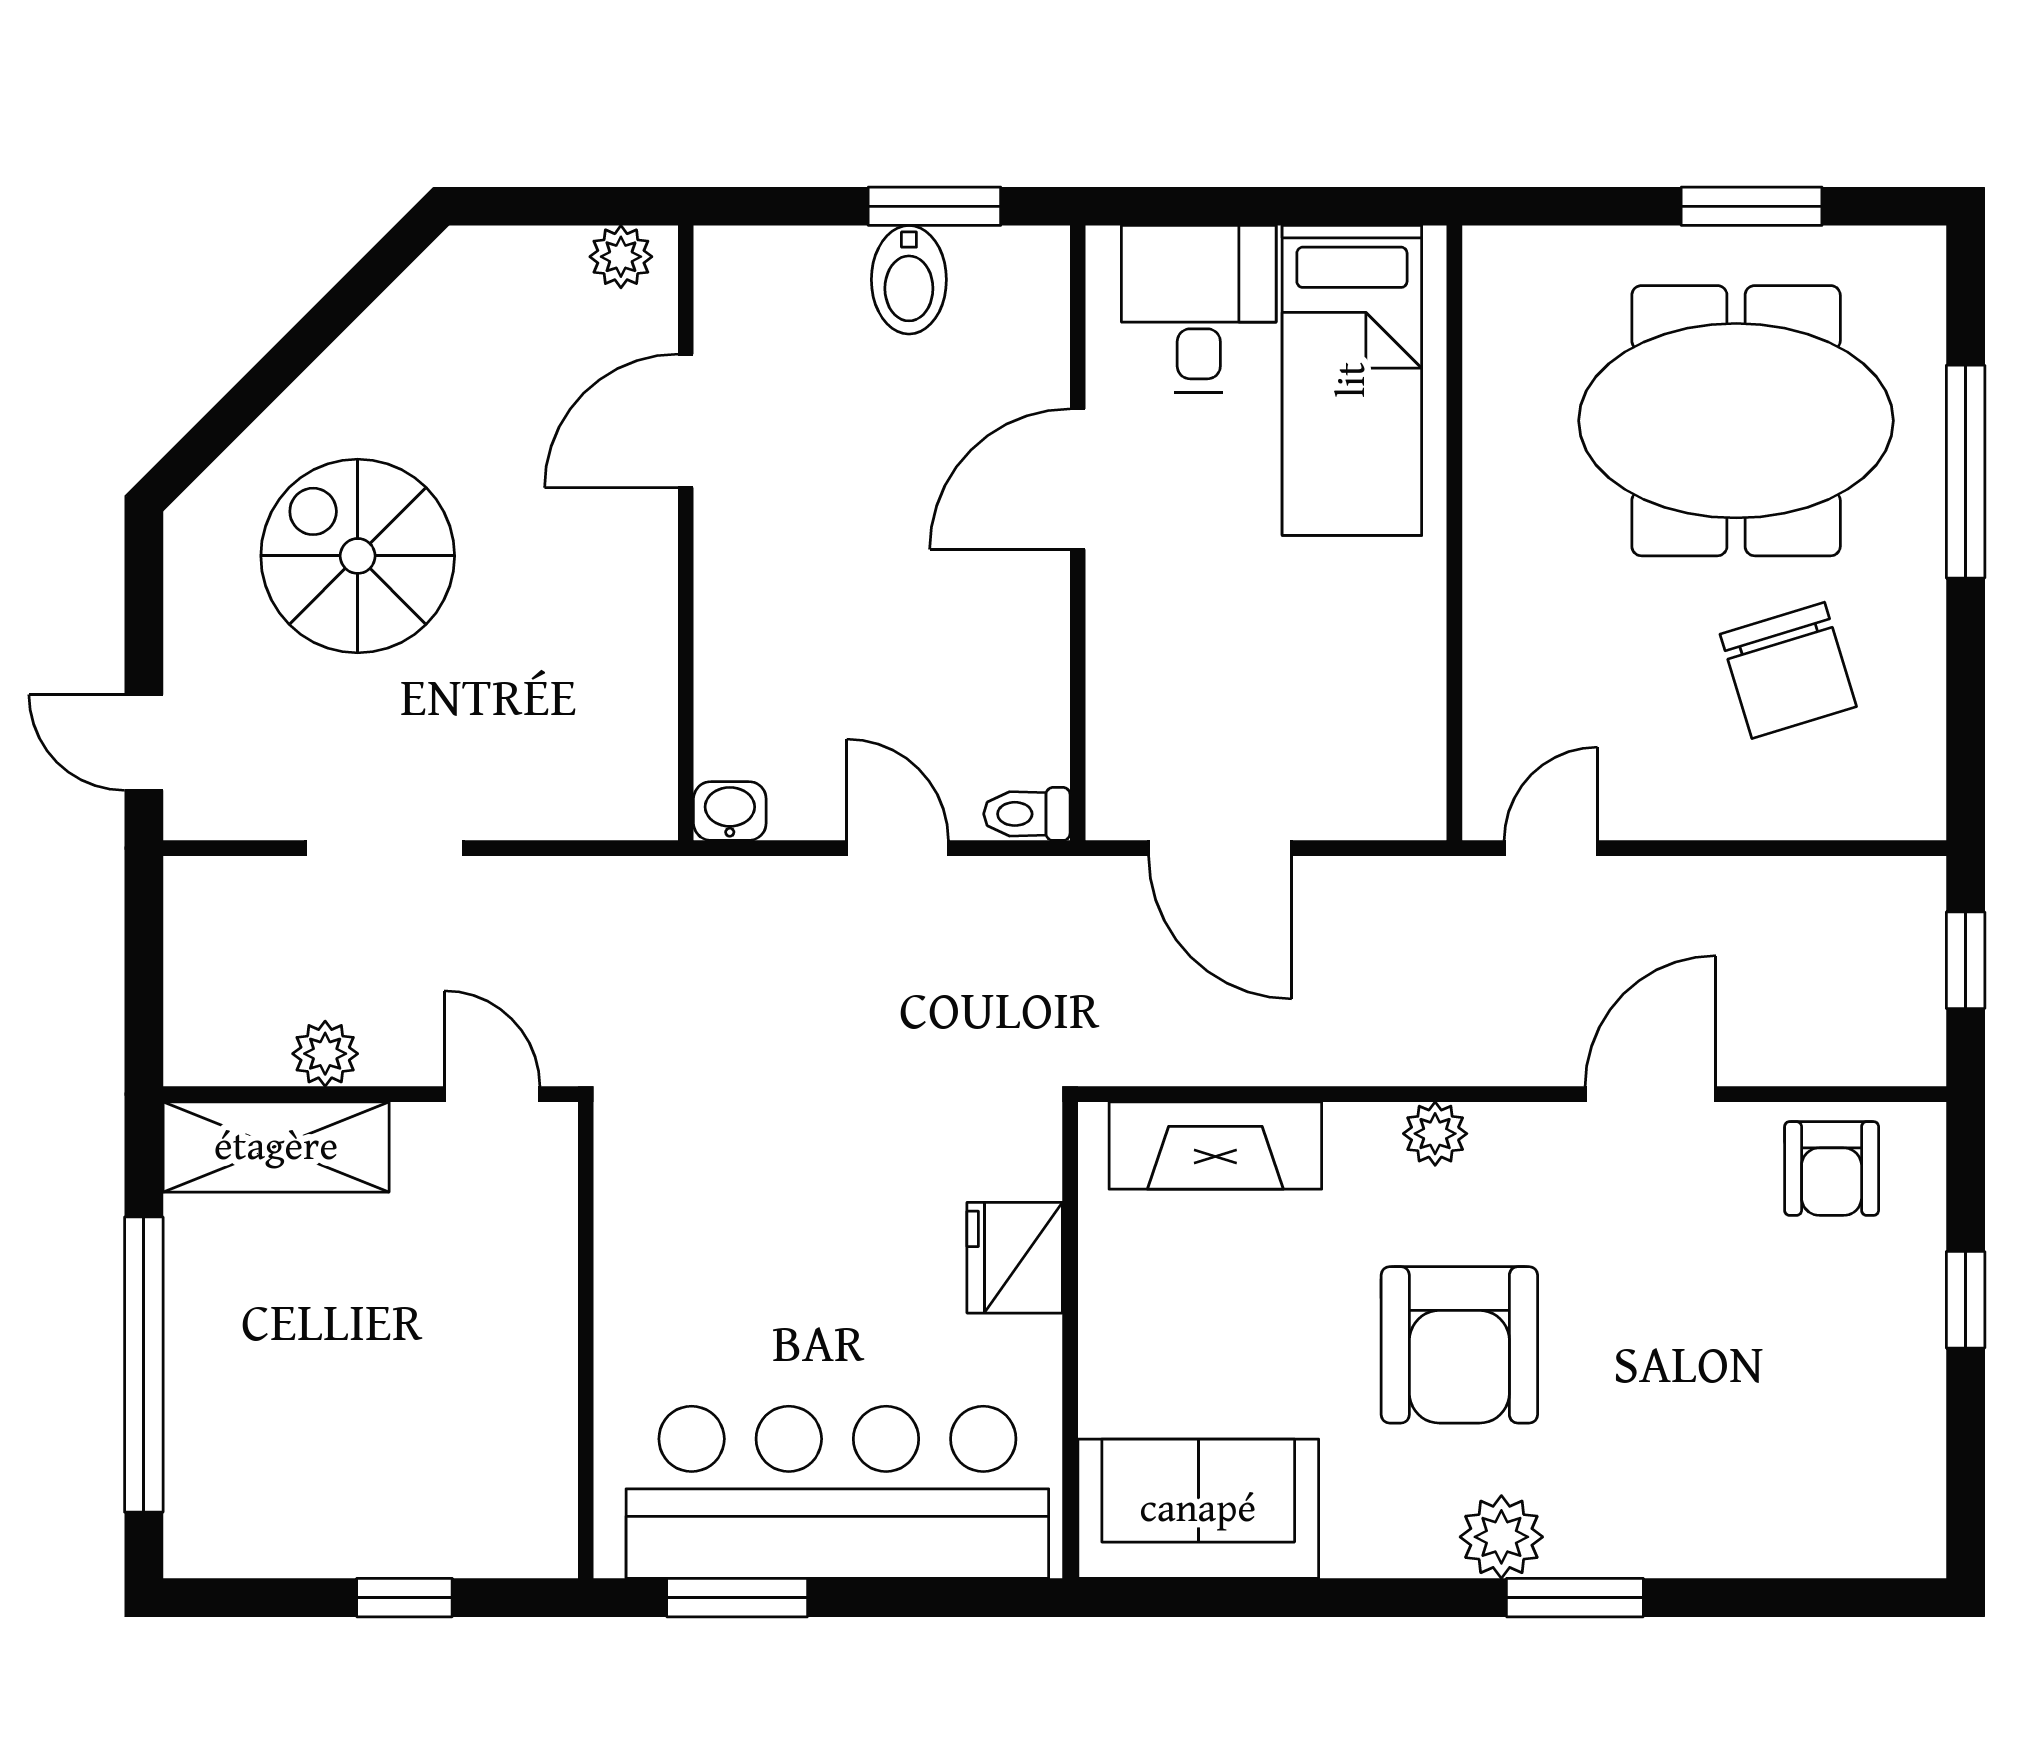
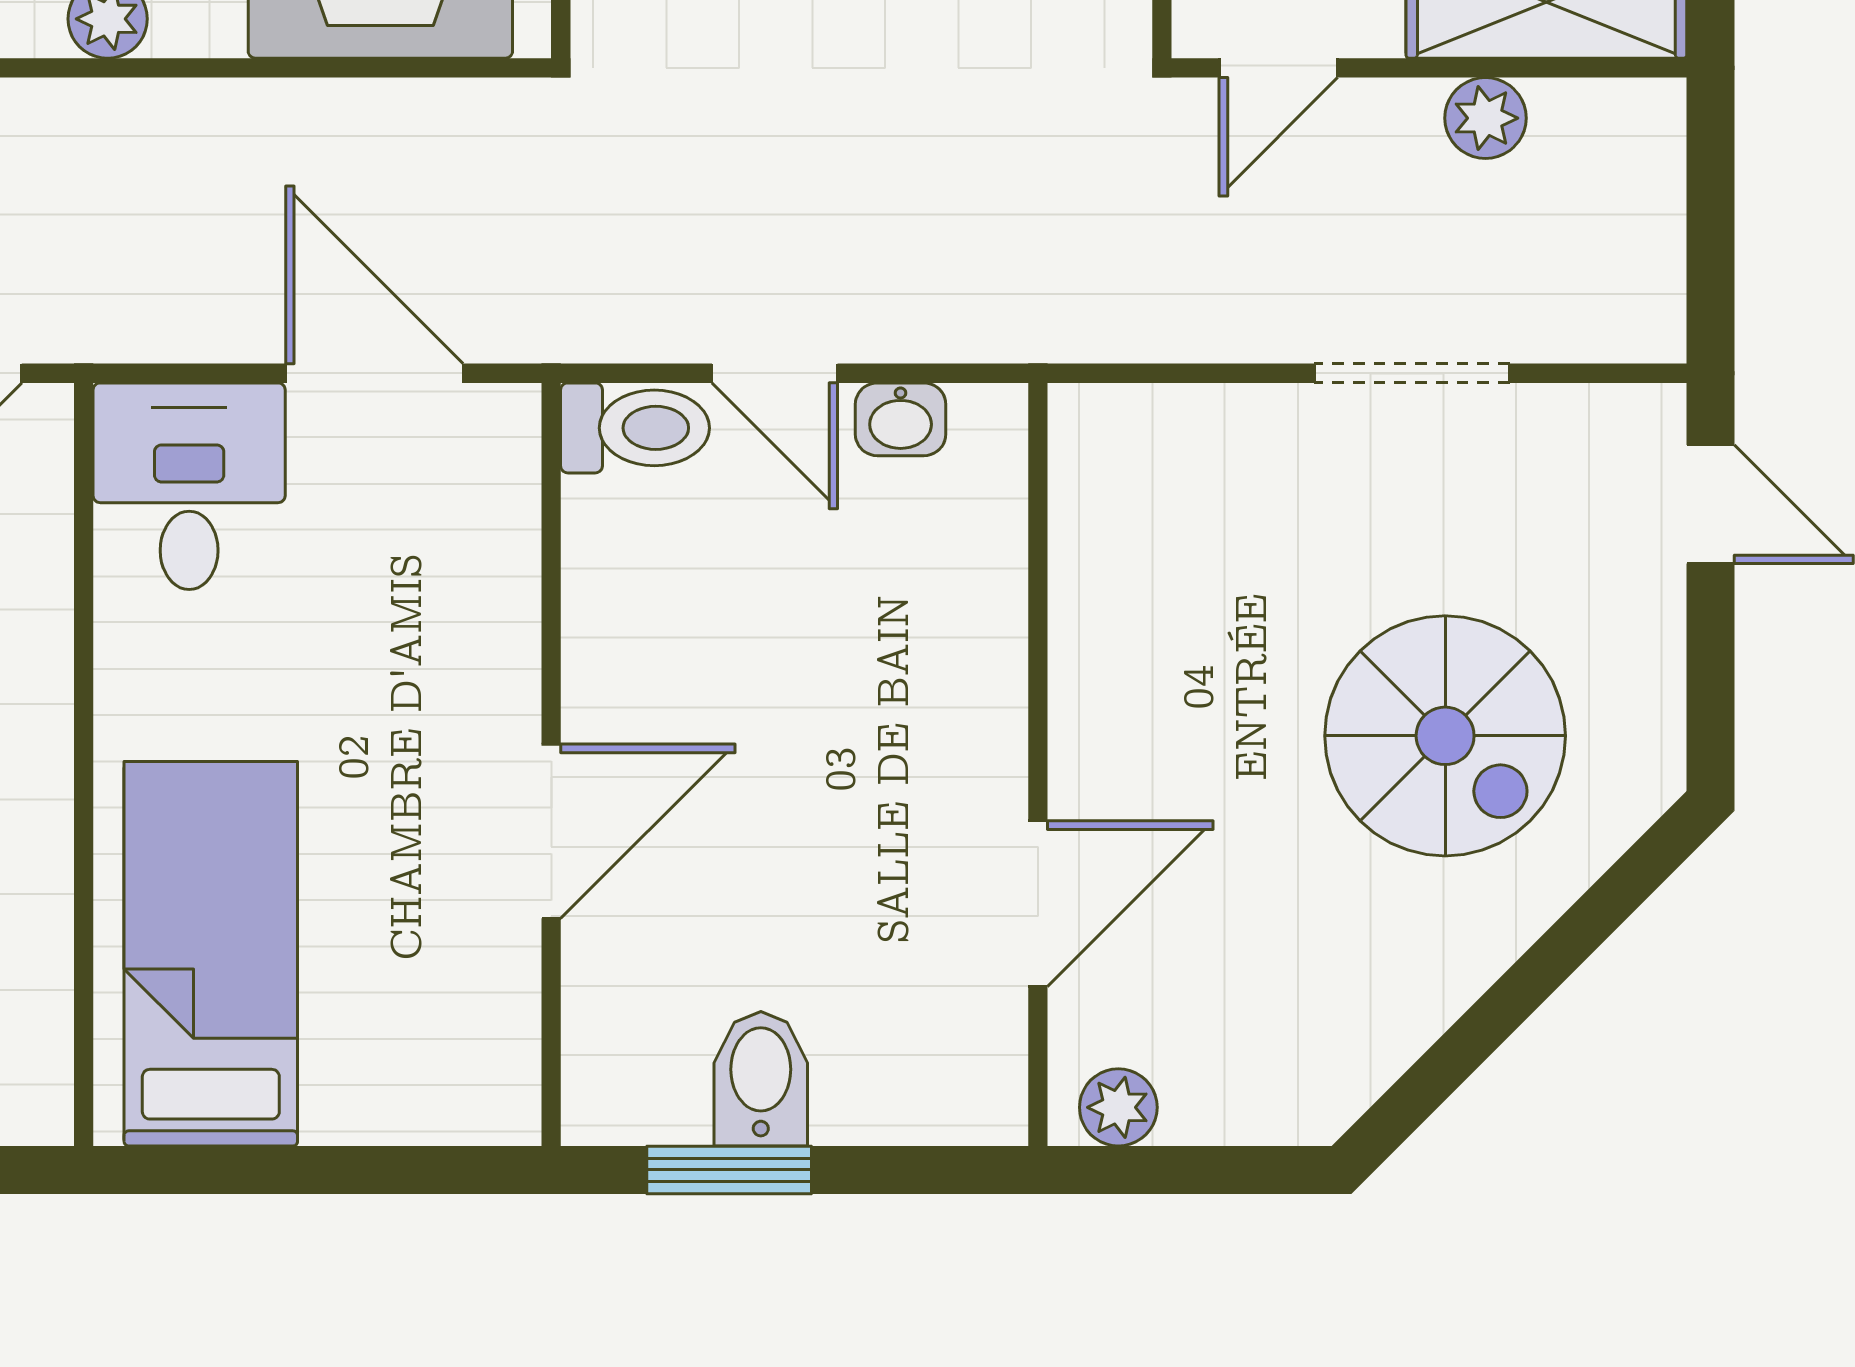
desk: (1199, 309) -> (189, 486), moved, turned 180
washbasin: (730, 811) -> (901, 419), moved
toilet: (1027, 814) -> (635, 428), width x1.37, depth x1.39
door: (492, 1094) -> (1278, 68), hinge flipped

